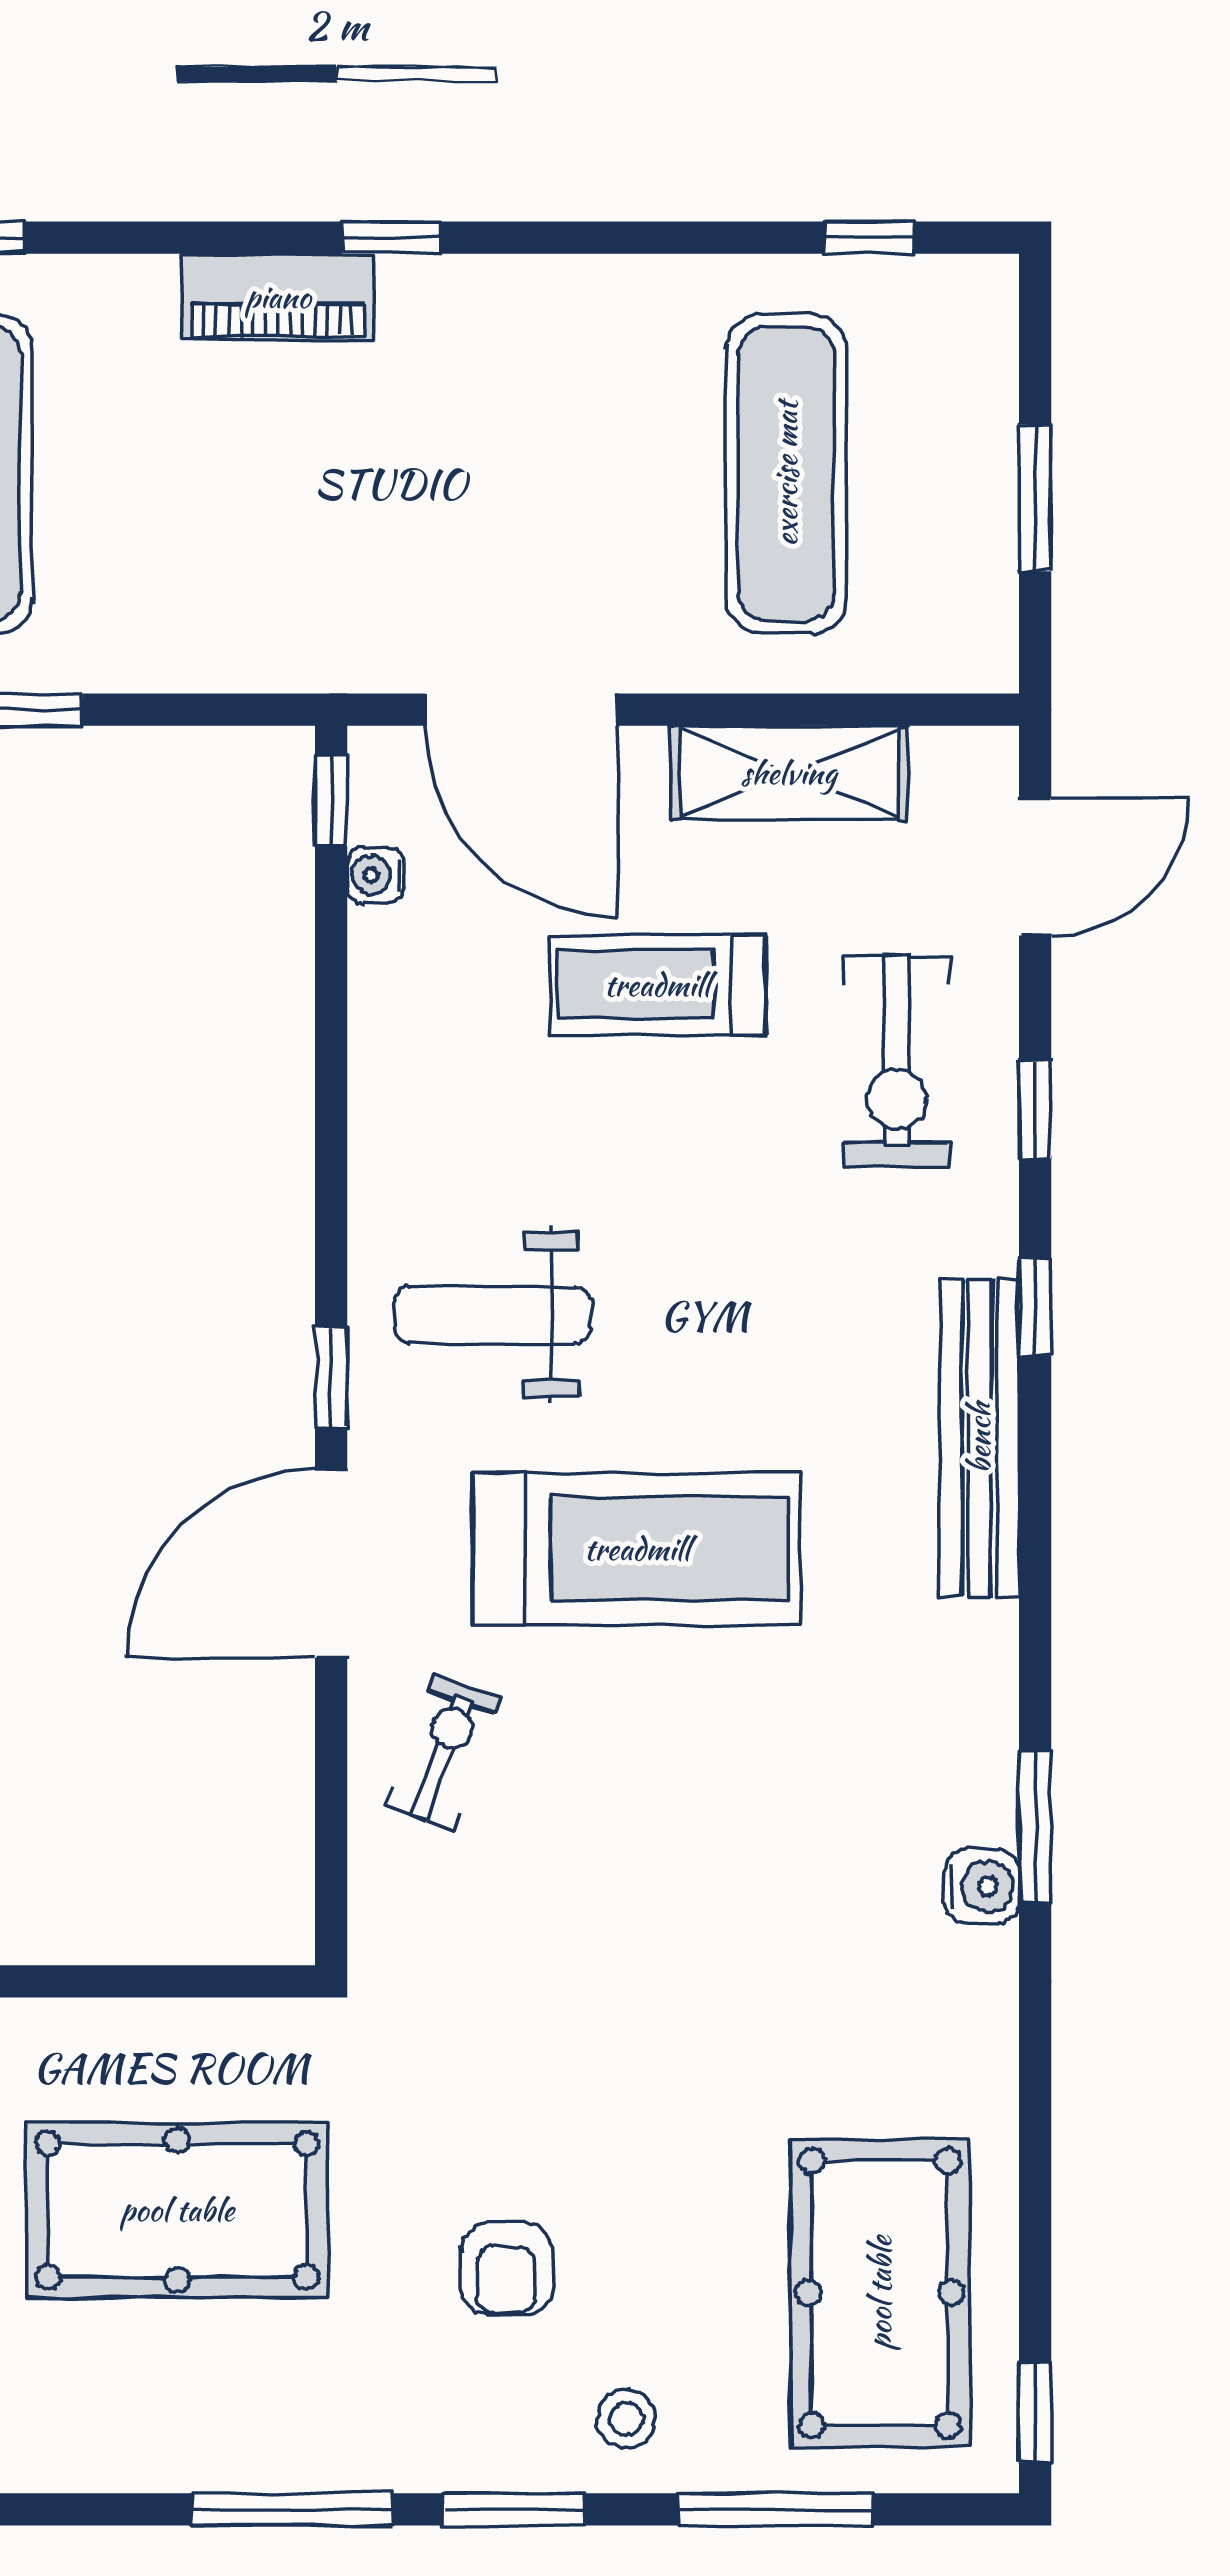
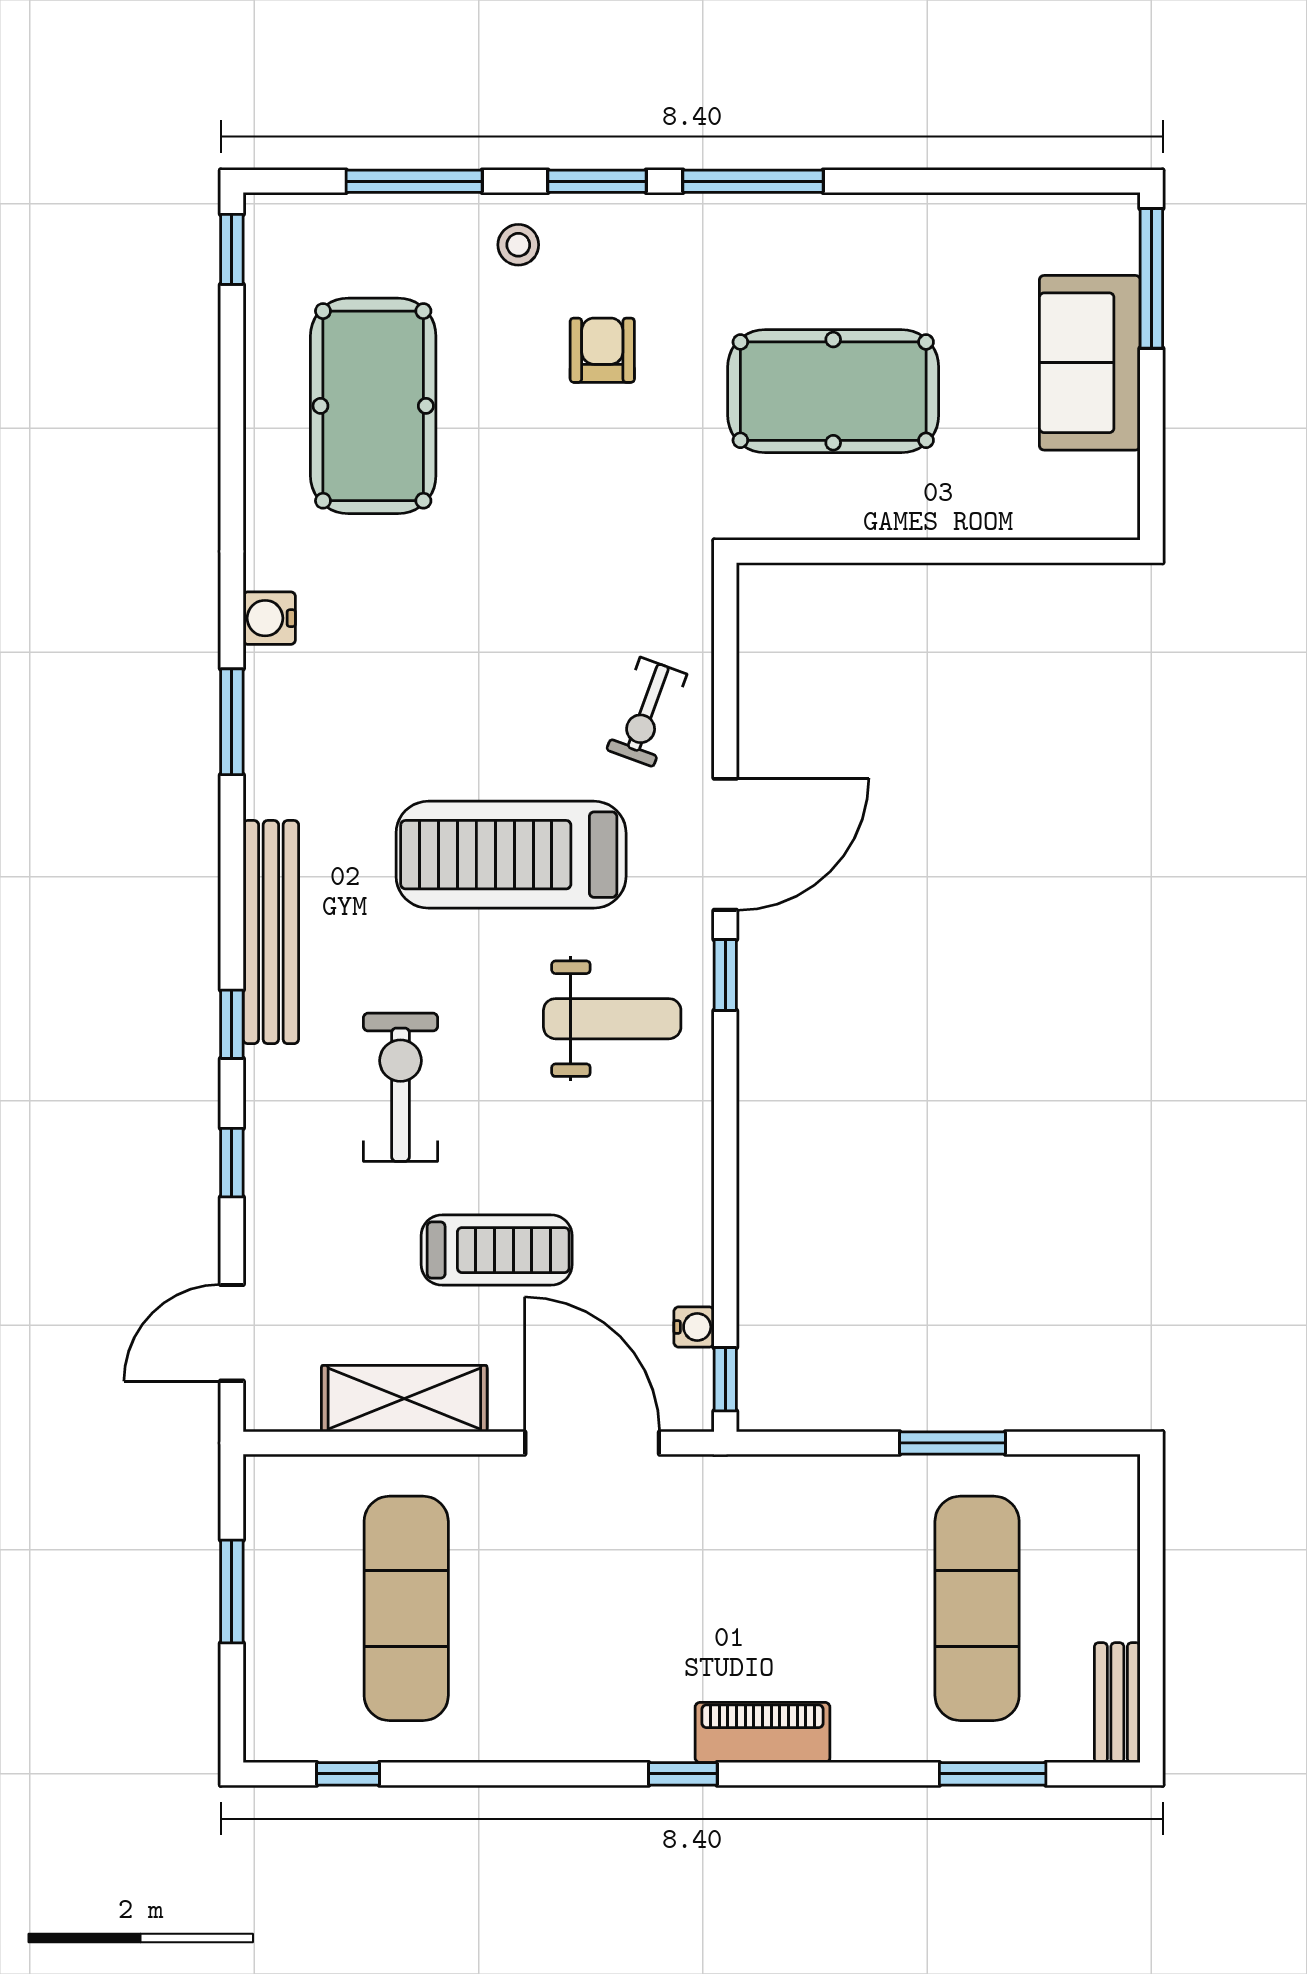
exercise bike: (897, 1061) -> (401, 1087), moved
window: (1035, 1827) -> (232, 722), moved
pool table: (880, 2293) -> (373, 406), moved

